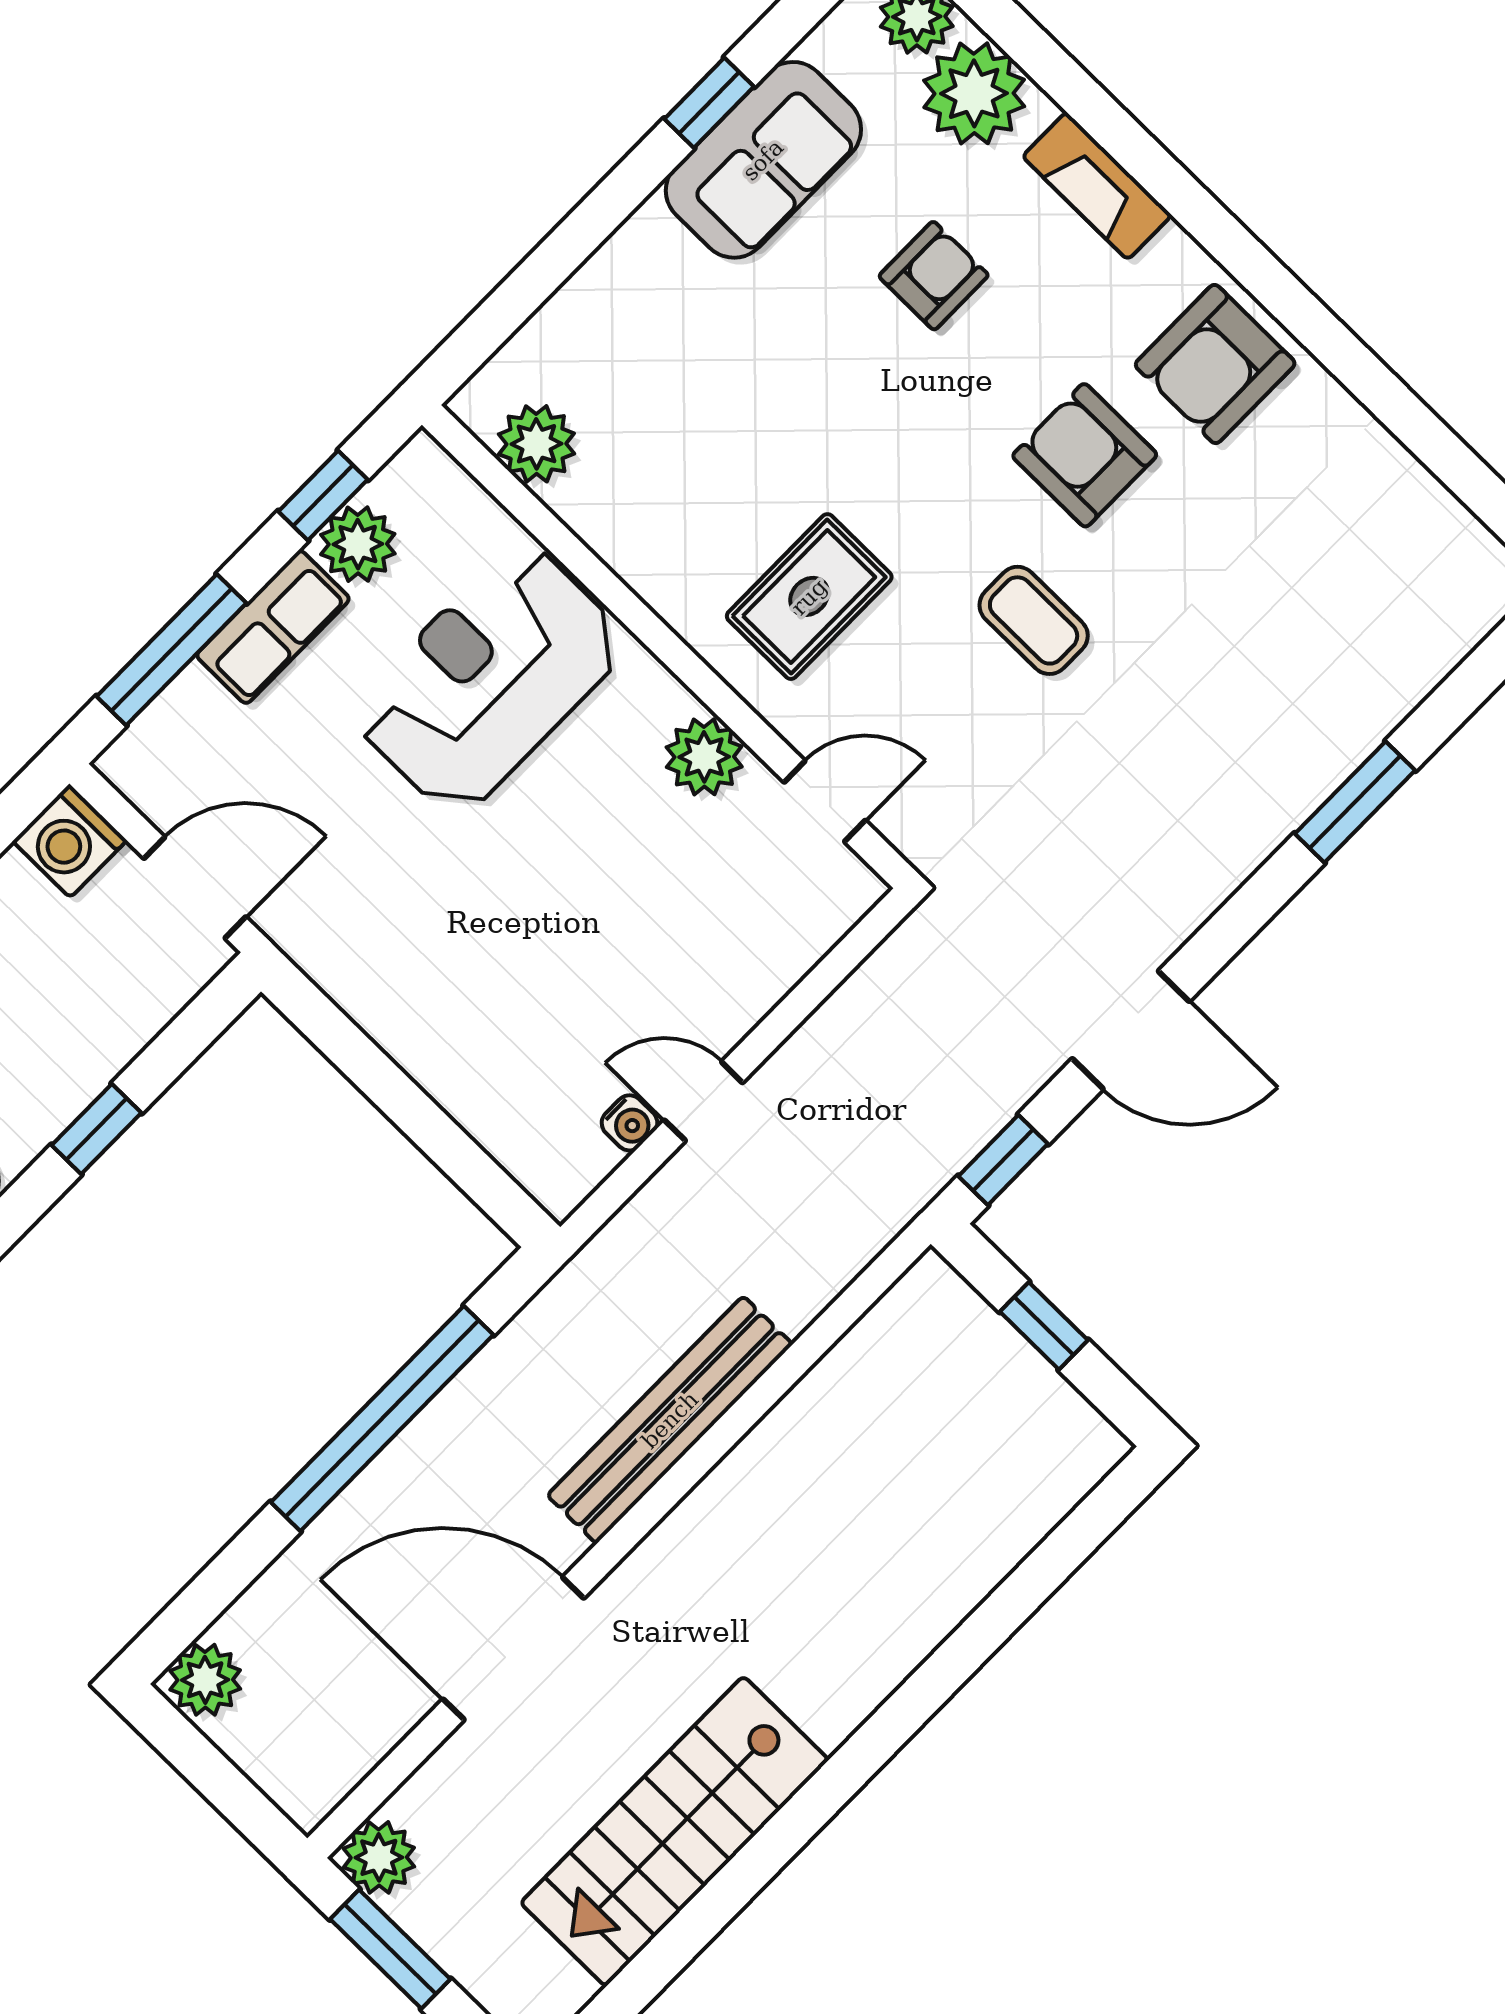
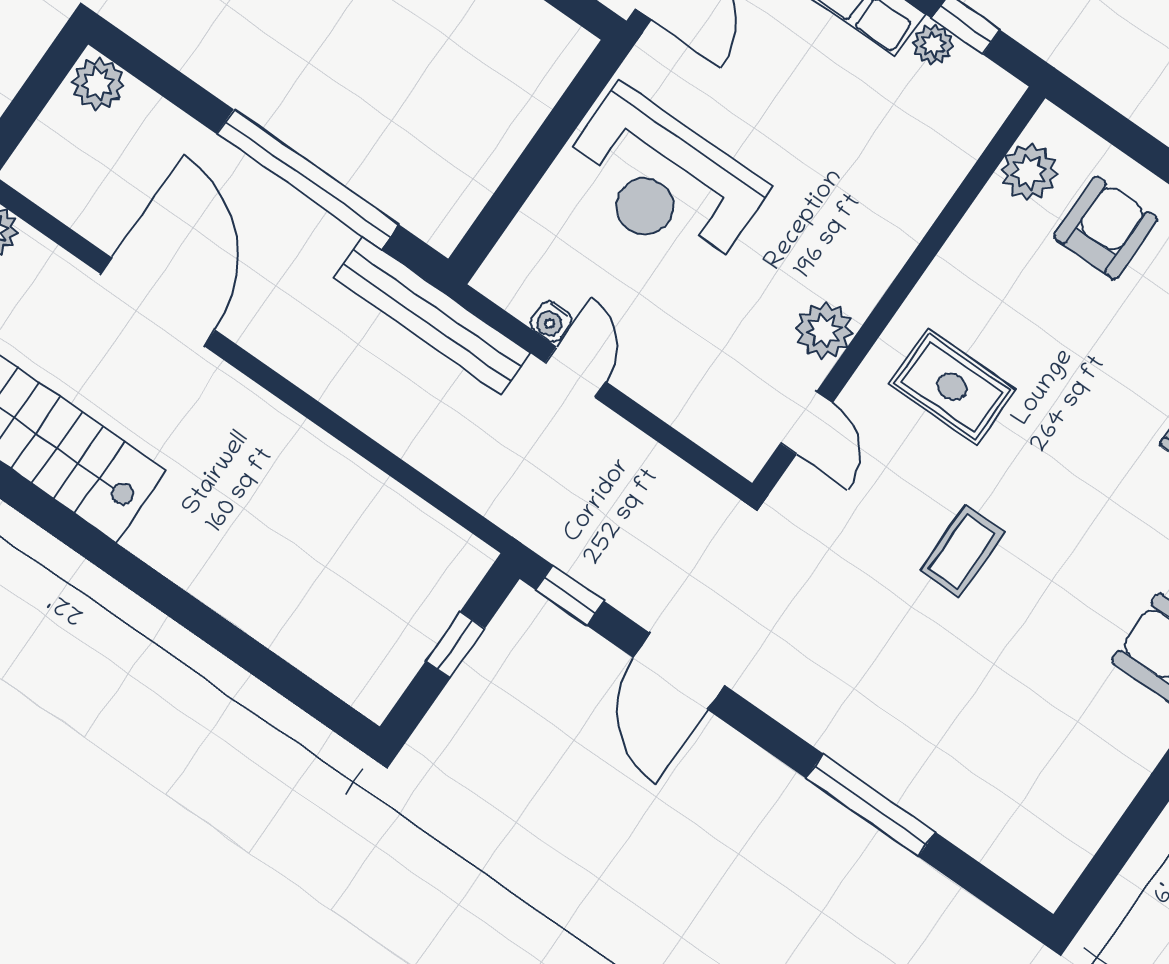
armchair: (1085, 455) -> (1106, 228), moved
plant: (358, 544) -> (933, 45), width x0.73, depth x0.73
reception desk: (489, 679) -> (663, 181), moved, turned 180
window: (1355, 802) -> (871, 805), width x1.44
bench: (670, 1420) -> (432, 315), moved

